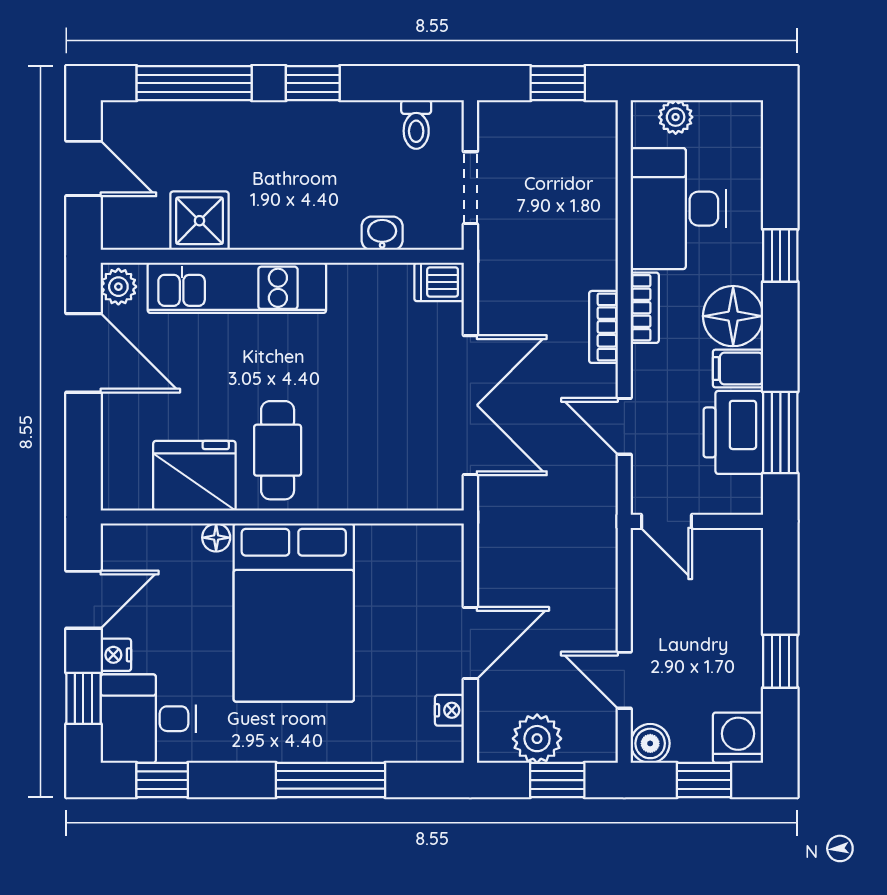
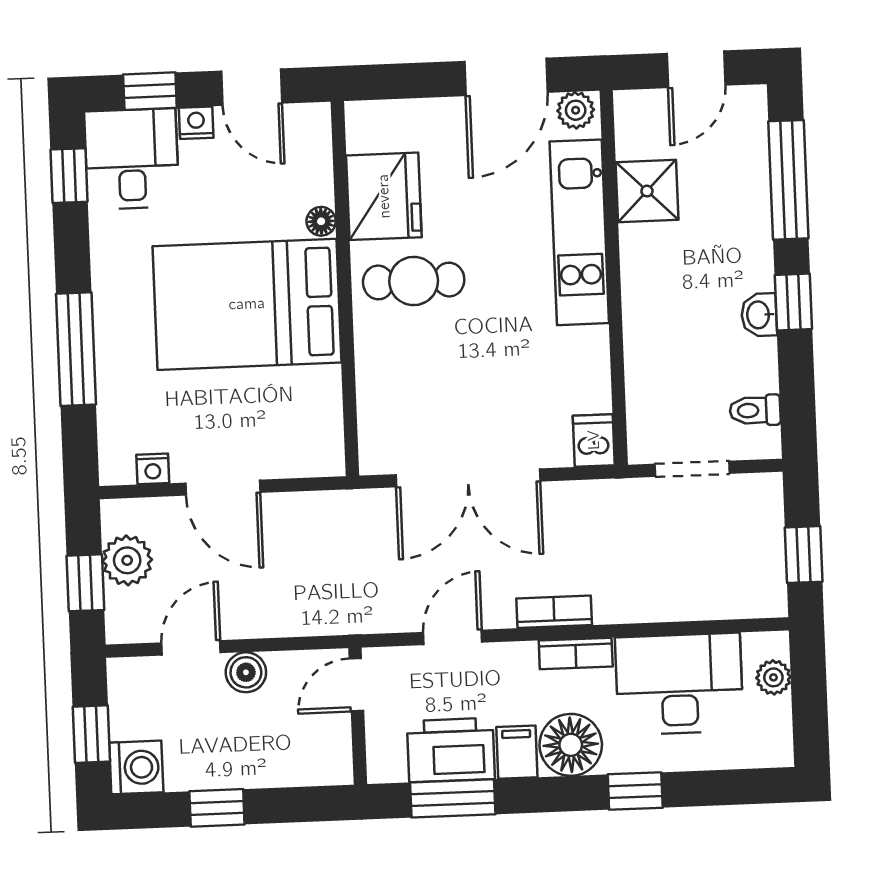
washbasin: (382, 233) -> (759, 315), moved, turned 180
boiler: (650, 743) -> (246, 672), moved

